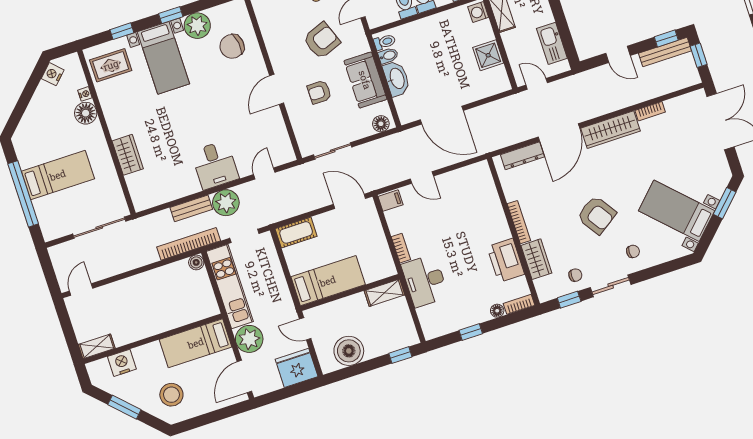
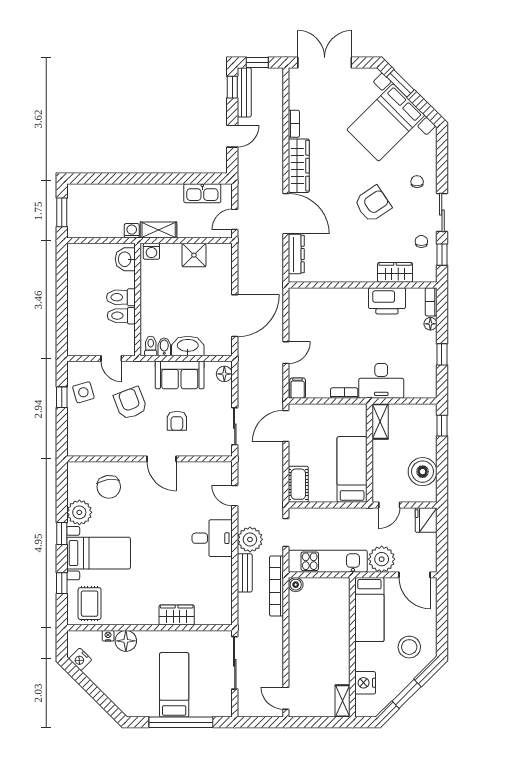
bed with nightstands: (677, 211) -> (386, 122), width x1.36
bookcase: (519, 222) -> (356, 277), removed
fridge: (297, 368) -> (426, 520), width x0.73, depth x0.75

